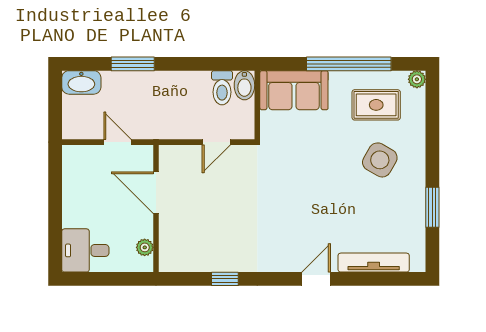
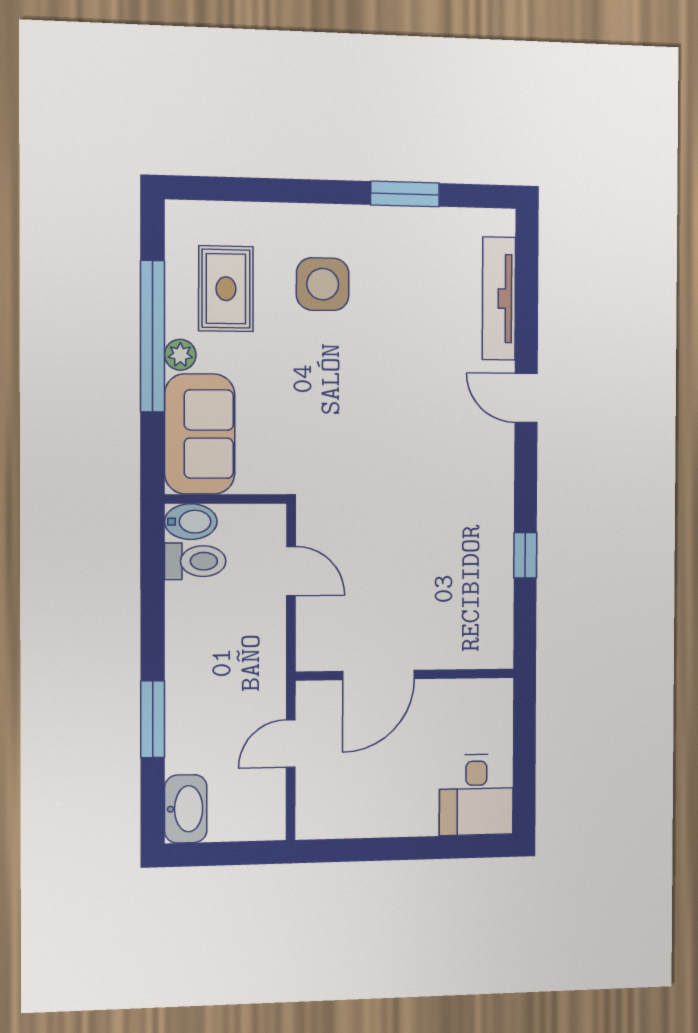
plant: (417, 79) -> (180, 355), moved
side table: (380, 160) -> (323, 284), turned -30
plant: (145, 247) -> (472, 693), removed

